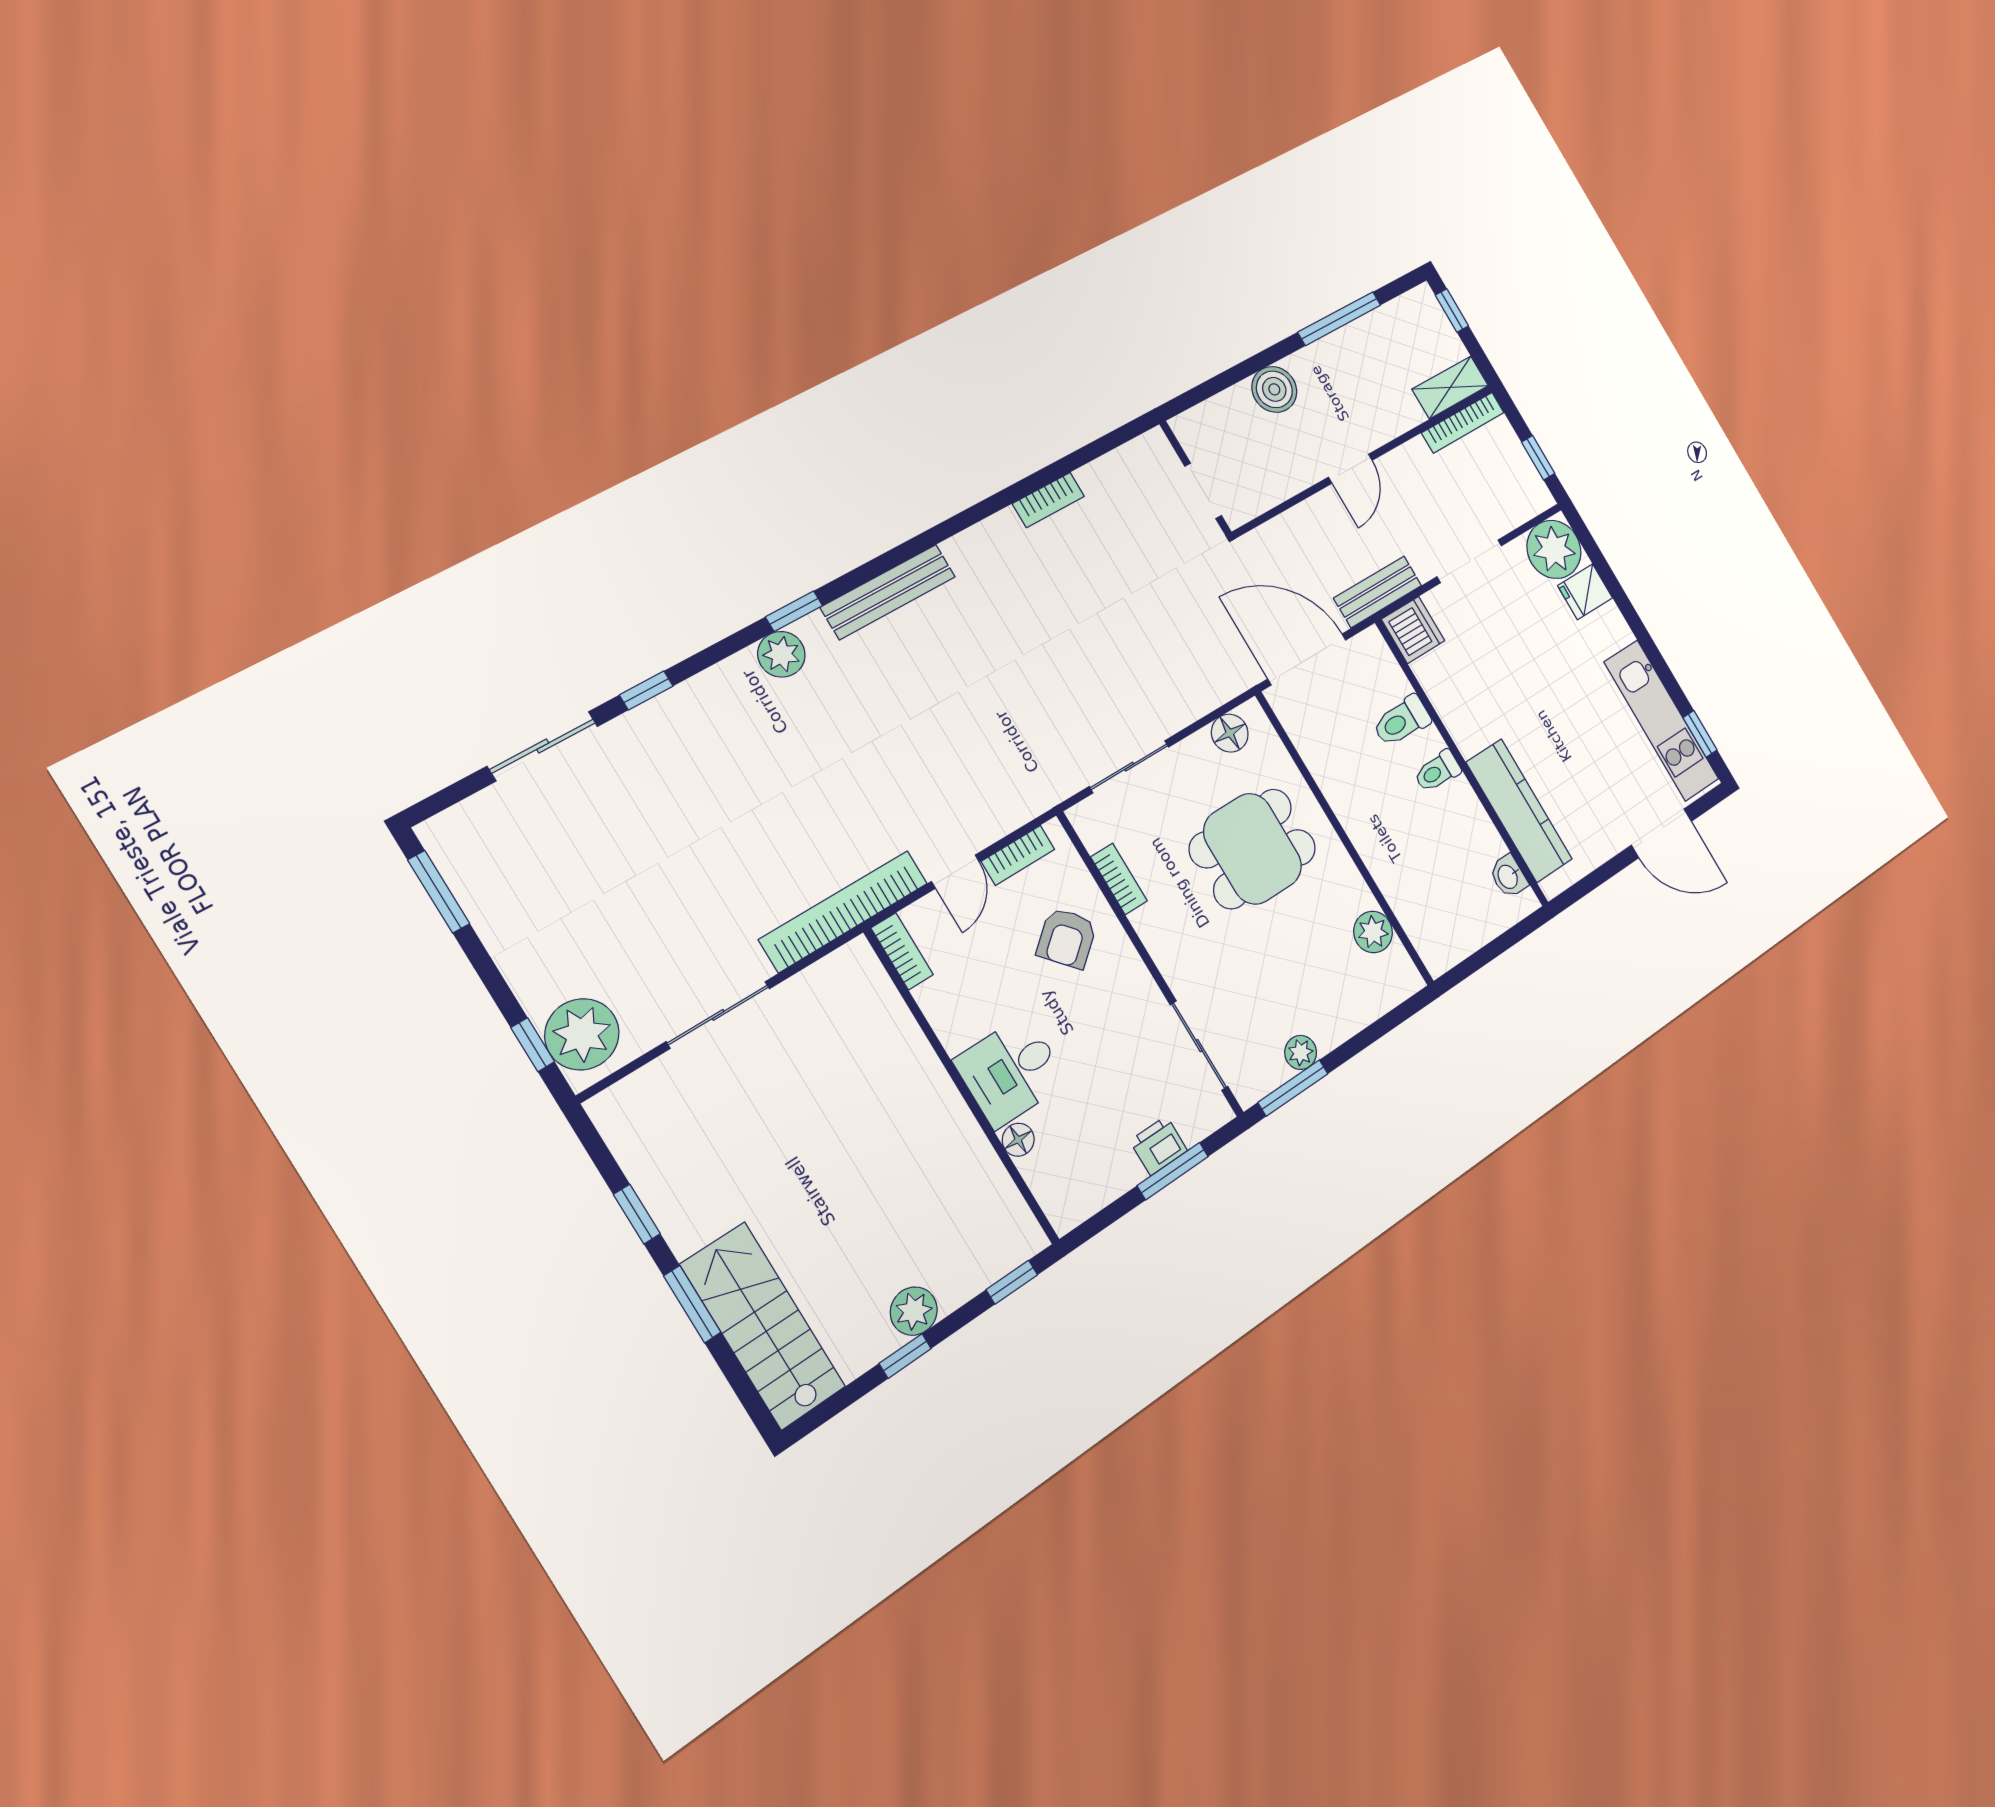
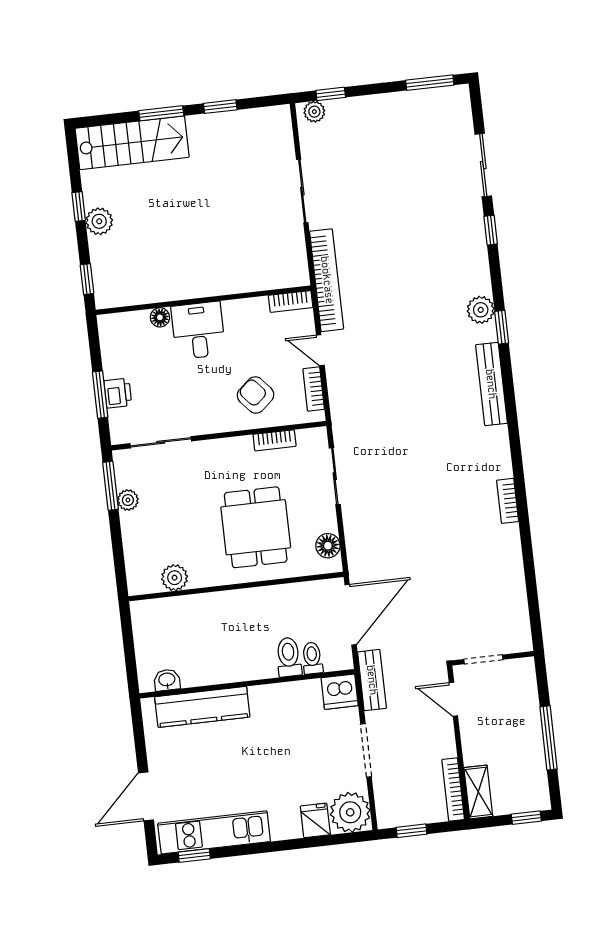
boiler: (1274, 389) -> (520, 673), removed
wall: (1196, 478) -> (493, 658), moved
doorway: (1203, 491) -> (483, 659), moved
toilet: (1437, 771) -> (312, 658), moved
plant: (582, 1034) -> (314, 112), width x0.53, depth x0.53

